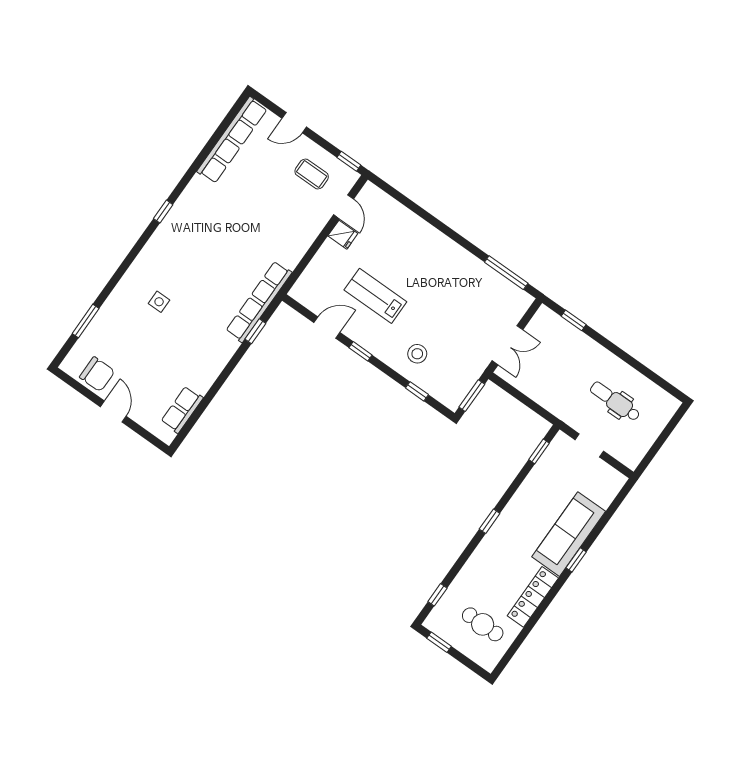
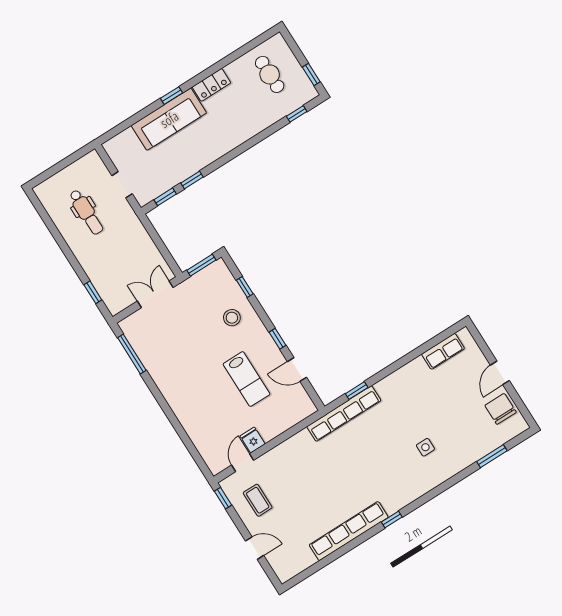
row of seats: (232, 140) -> (349, 531), moved
window: (490, 521) -> (192, 180), moved
locker: (533, 597) -> (212, 85), width x0.66

